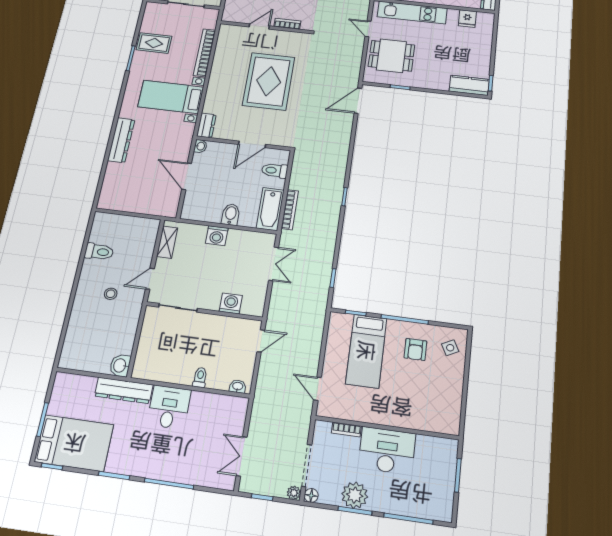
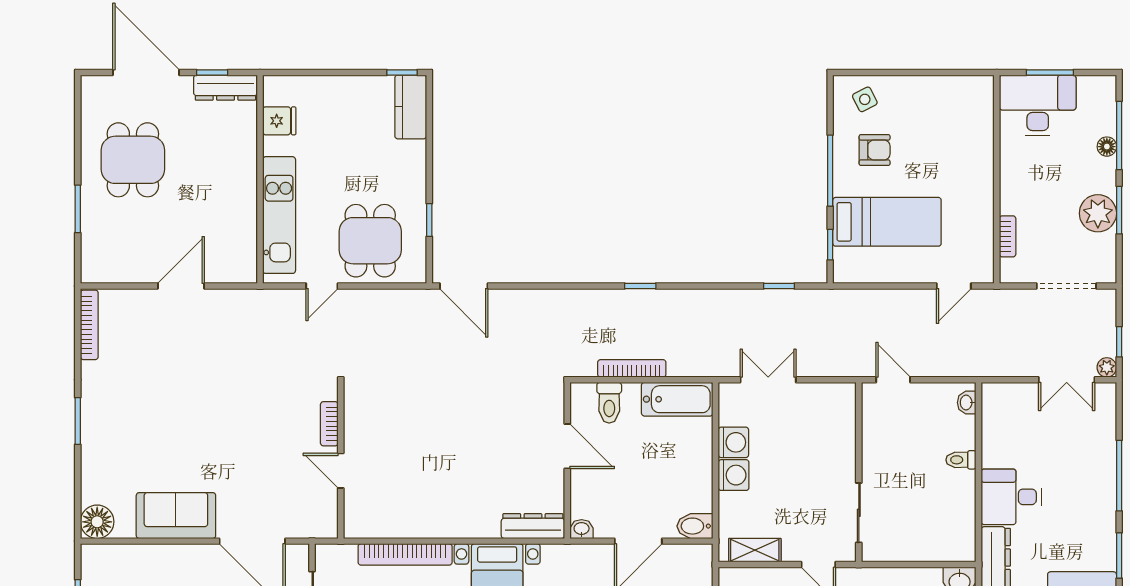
rug: (269, 81) -> (446, 438), removed
dresser: (206, 125) -> (533, 526), width x1.44
bookcase: (290, 210) -> (632, 368), moved
bidet: (231, 215) -> (695, 526), moved
washing machine: (231, 303) -> (733, 442), moved, turned 180
desk: (387, 451) -> (1038, 105), moved, turned 90
plant: (294, 493) -> (1107, 367), moved
floor lamp: (311, 495) -> (1107, 147), moved

